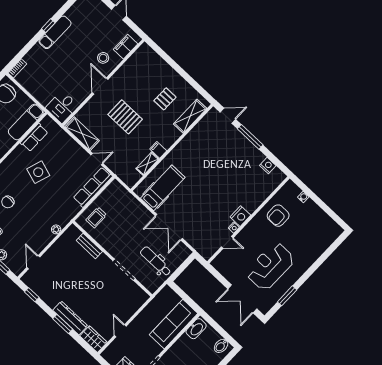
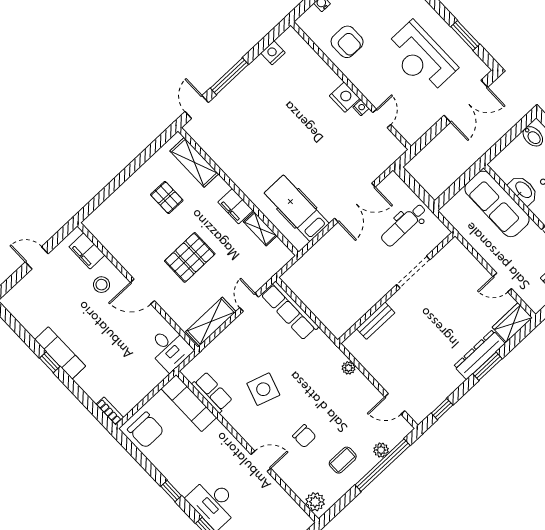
filing cabinet: (158, 150) -> (235, 206), width x2.00
trolley: (96, 217) -> (334, 308), removed
washbasin: (196, 329) -> (523, 190), moved

